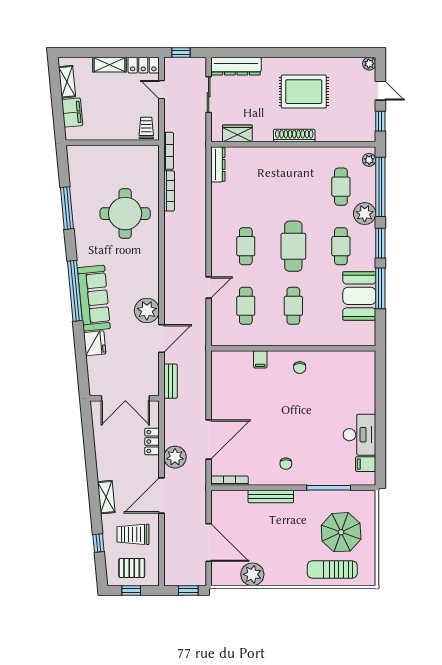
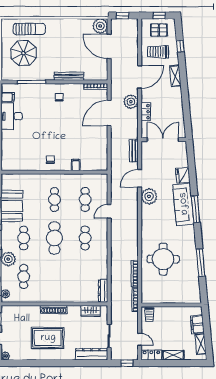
window: (75, 291) -> (196, 209), width x0.68
trolley: (133, 534) -> (158, 52), turned 180
plant: (252, 574) -> (100, 26), moved

